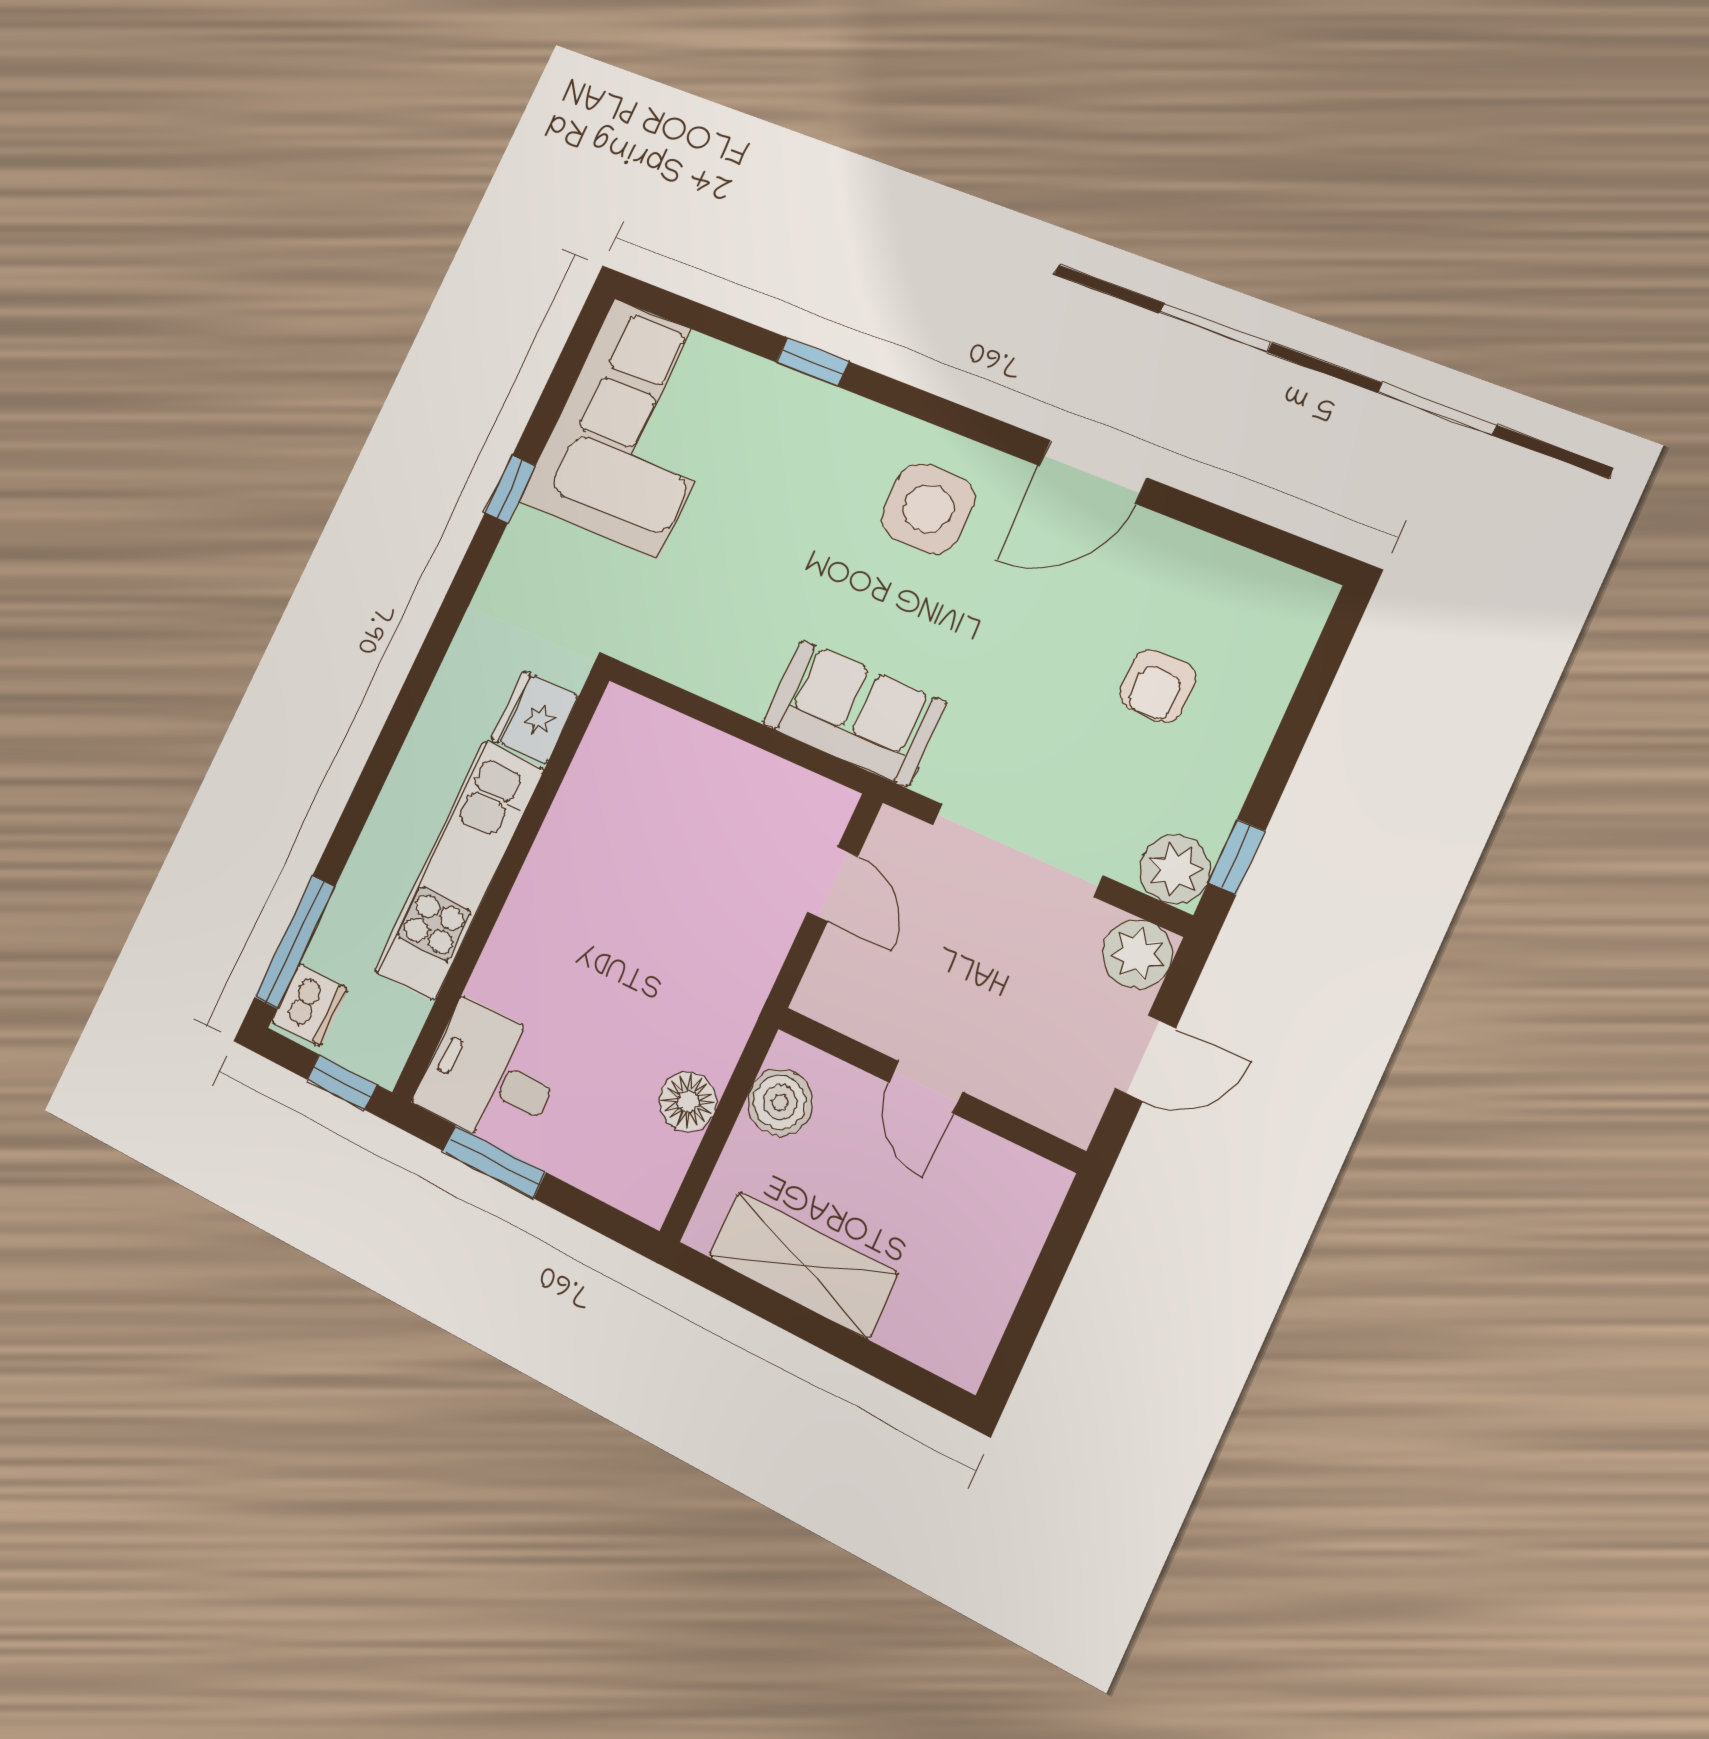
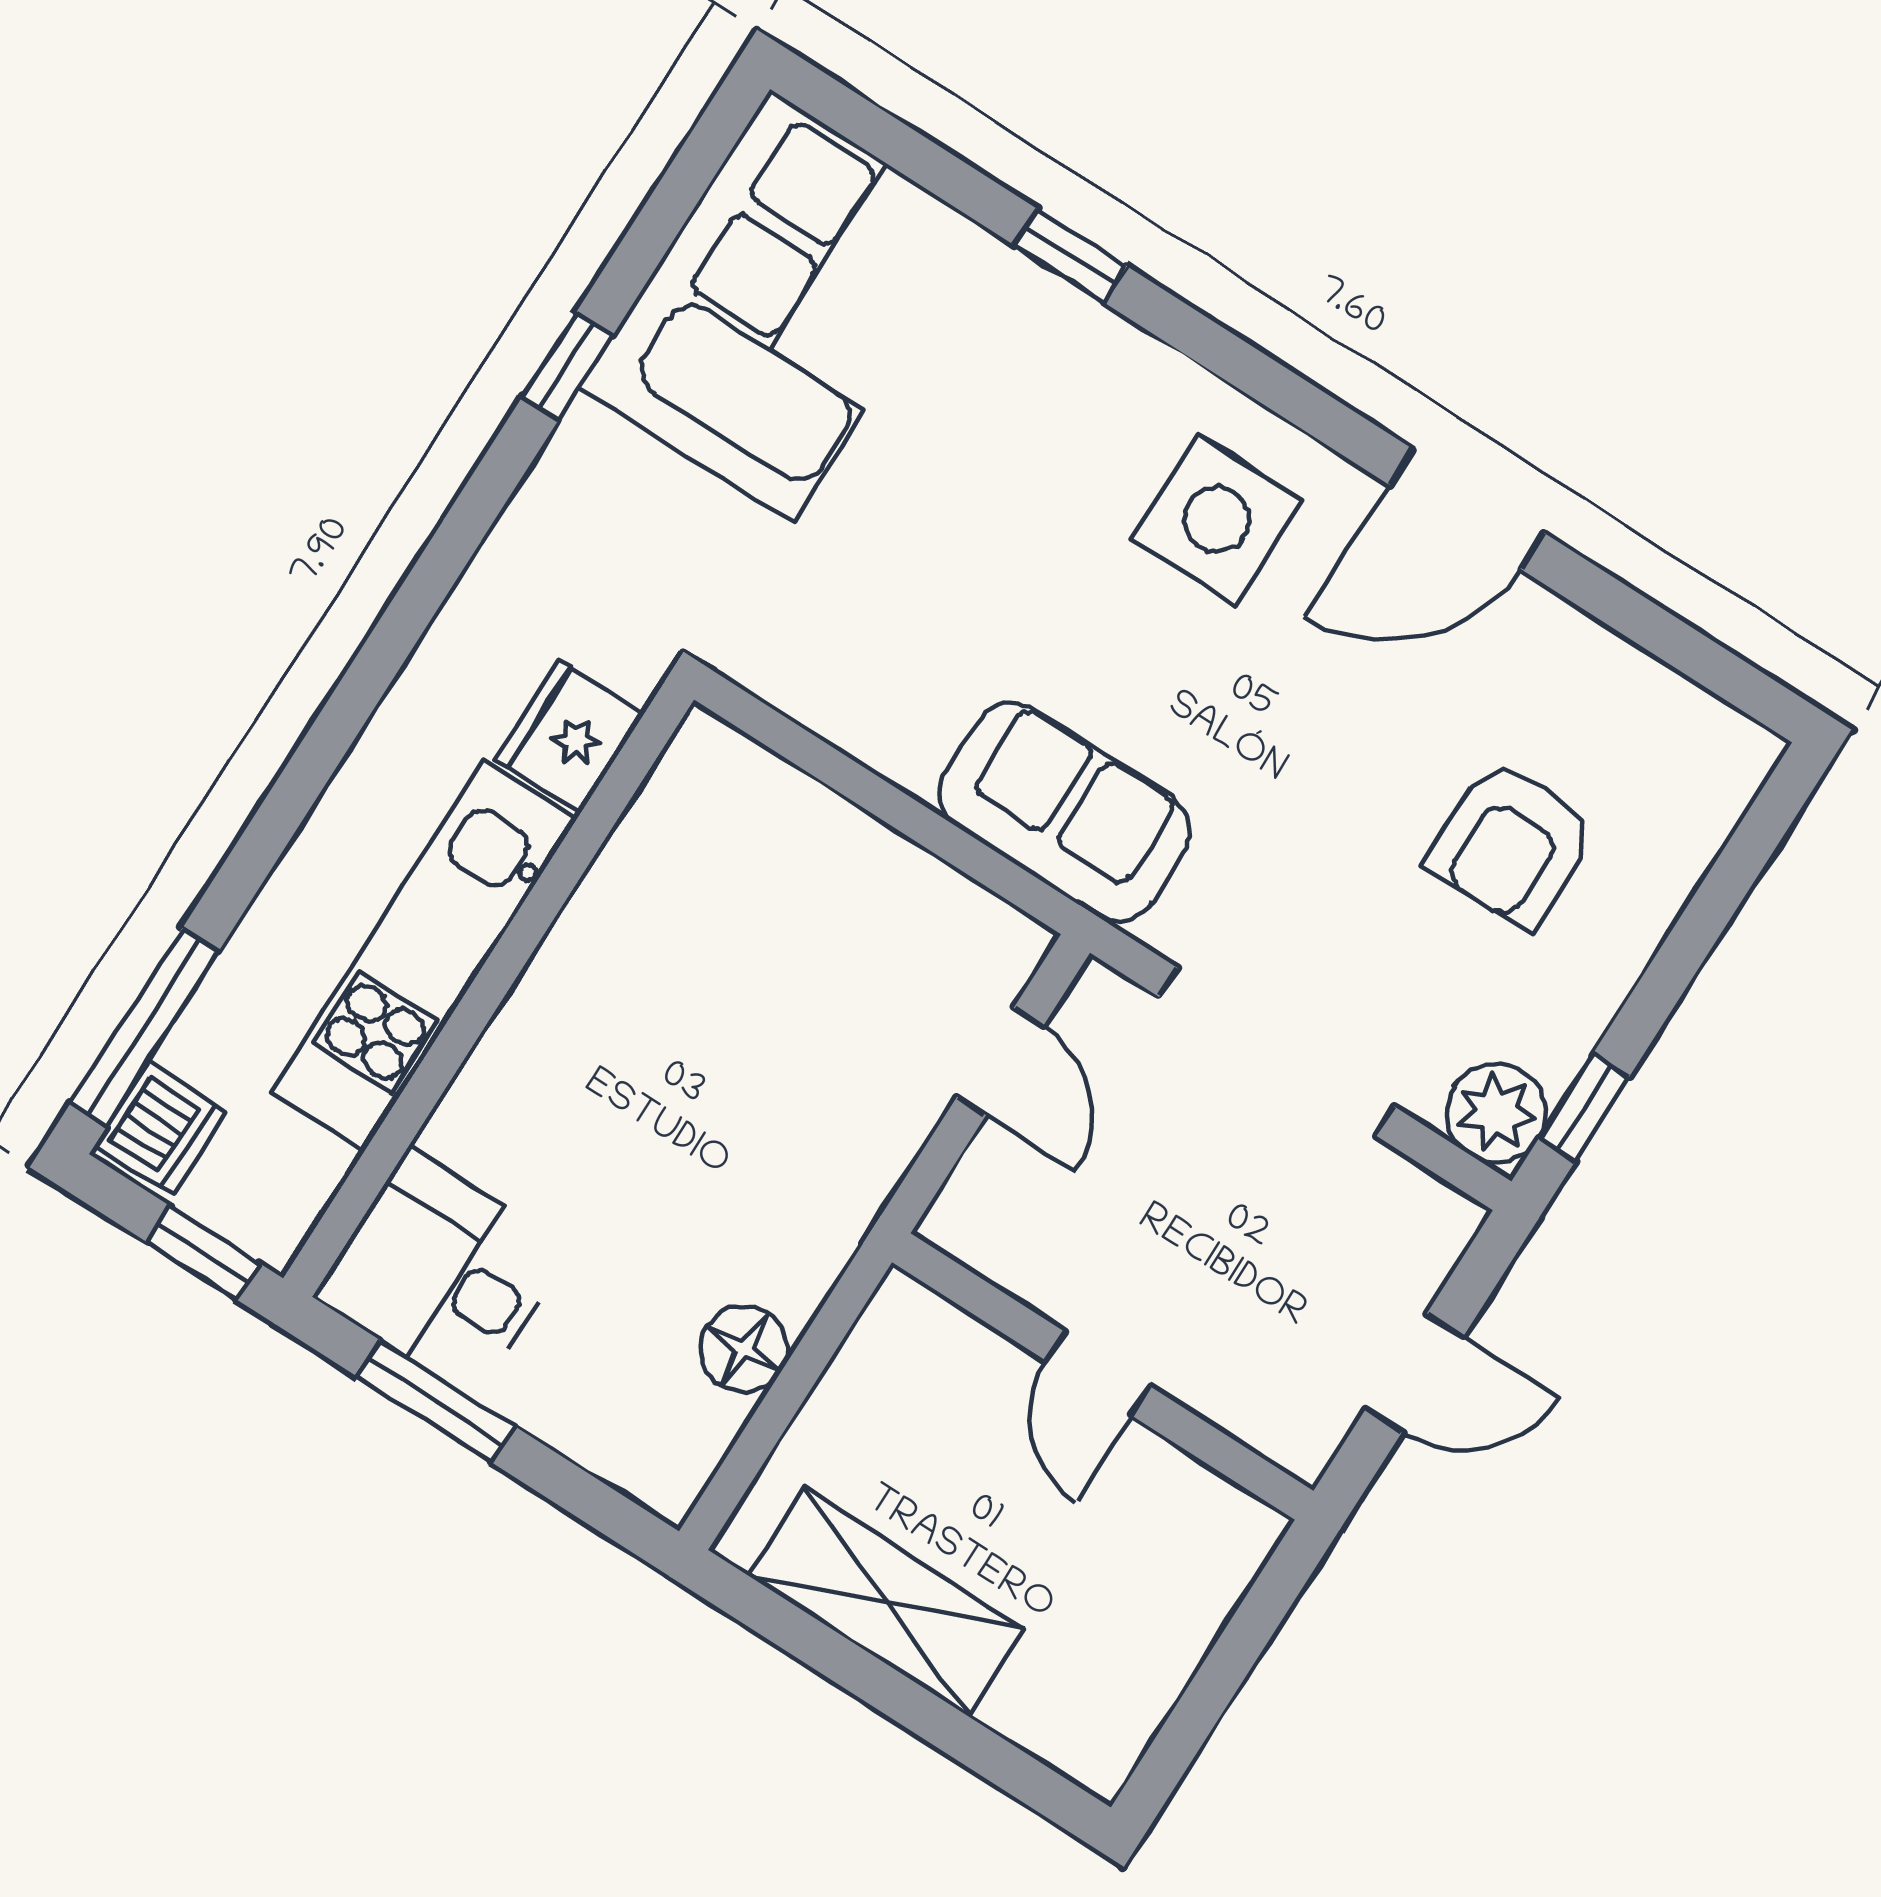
armchair: (1158, 686) -> (1512, 844), width x1.38, depth x1.38
plant: (1137, 954) -> (1425, 1225), removed
boiler: (780, 1102) -> (882, 1368), removed

